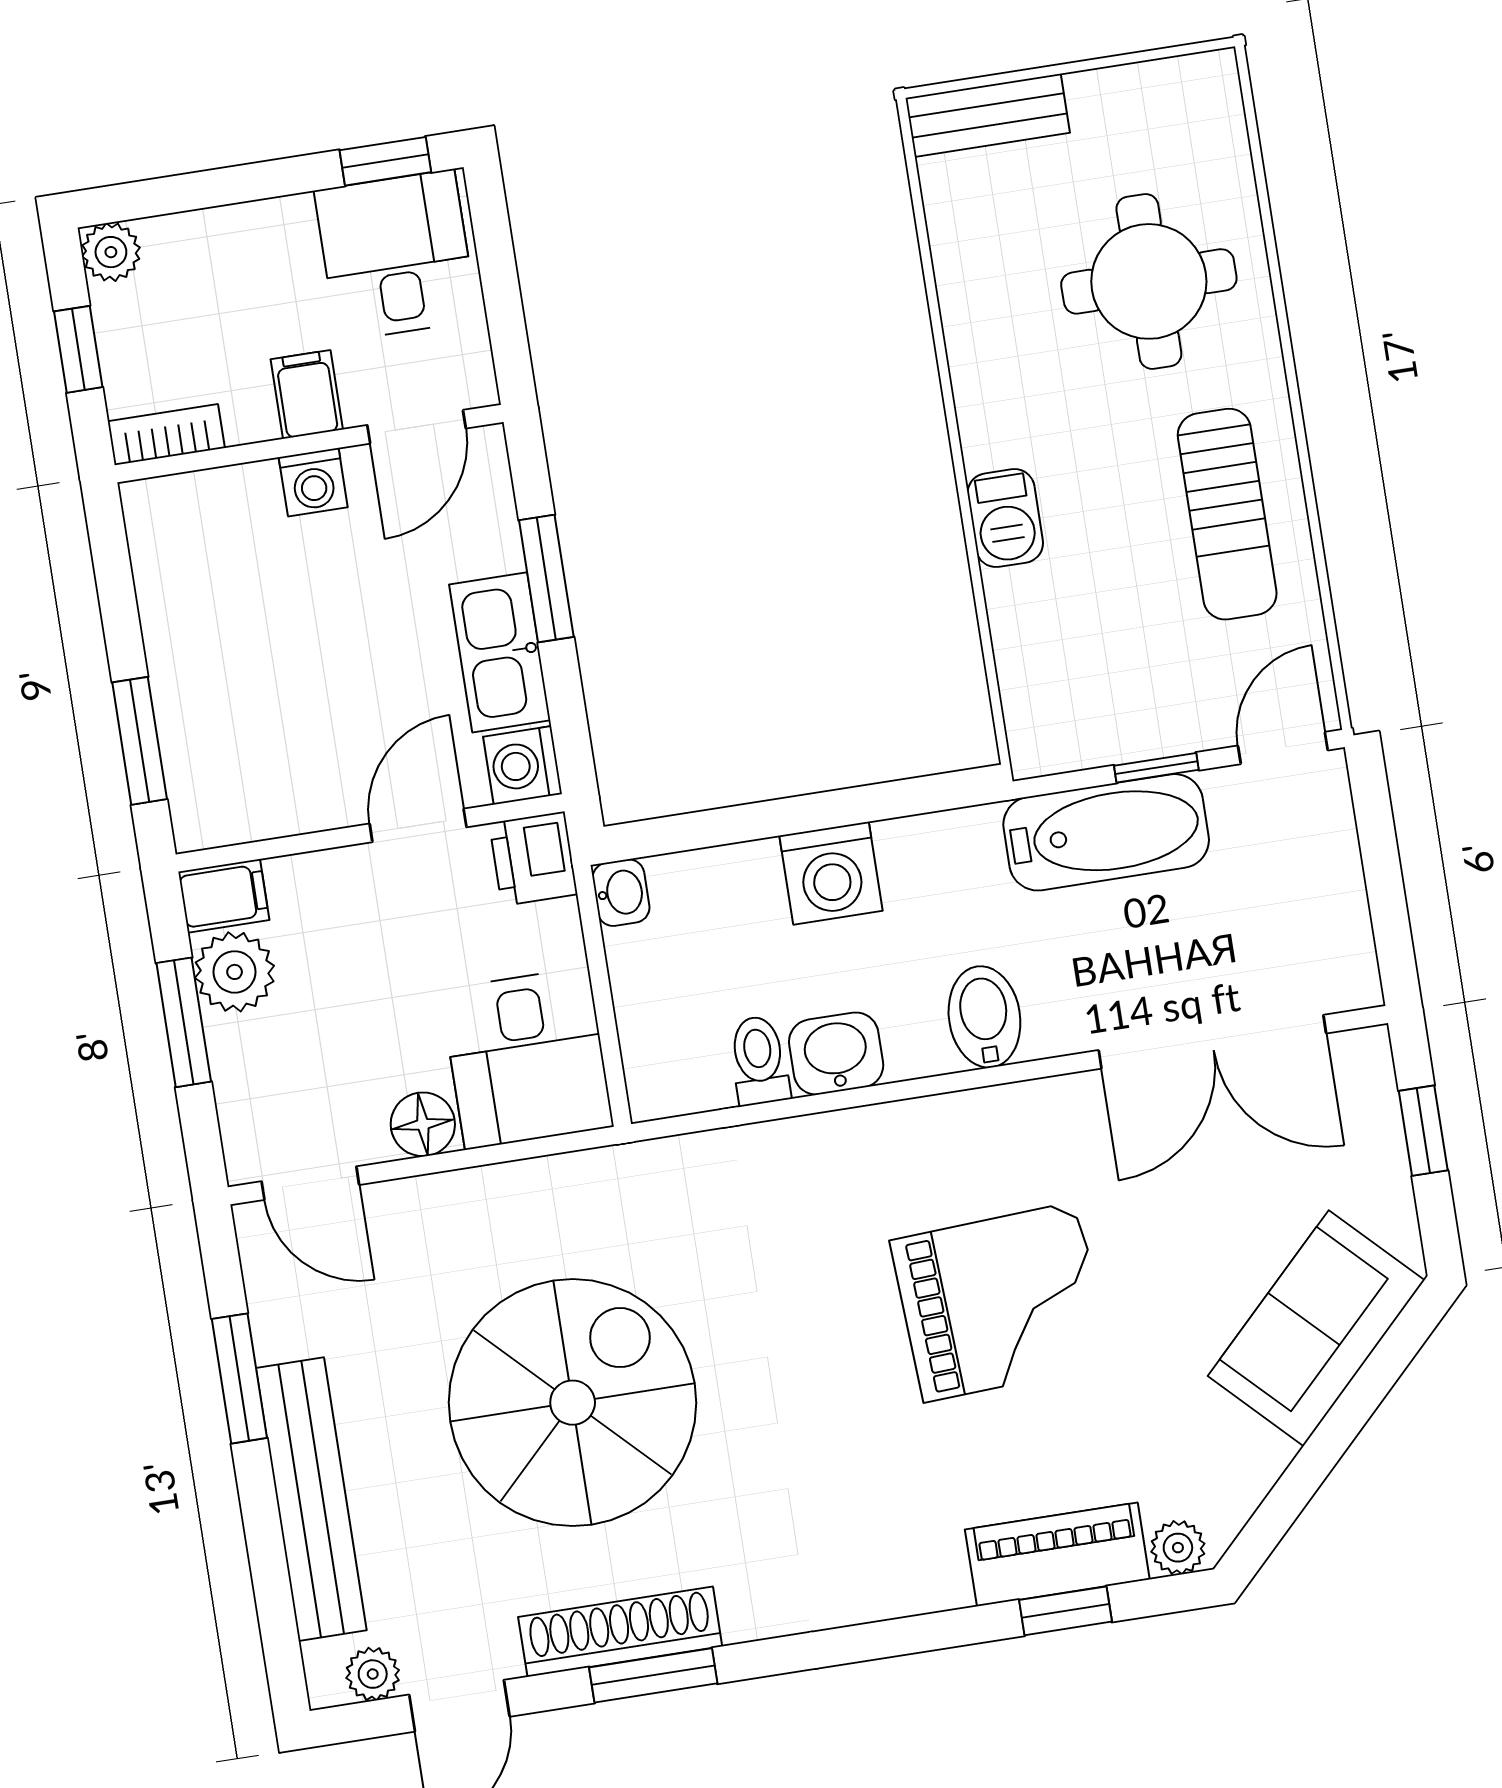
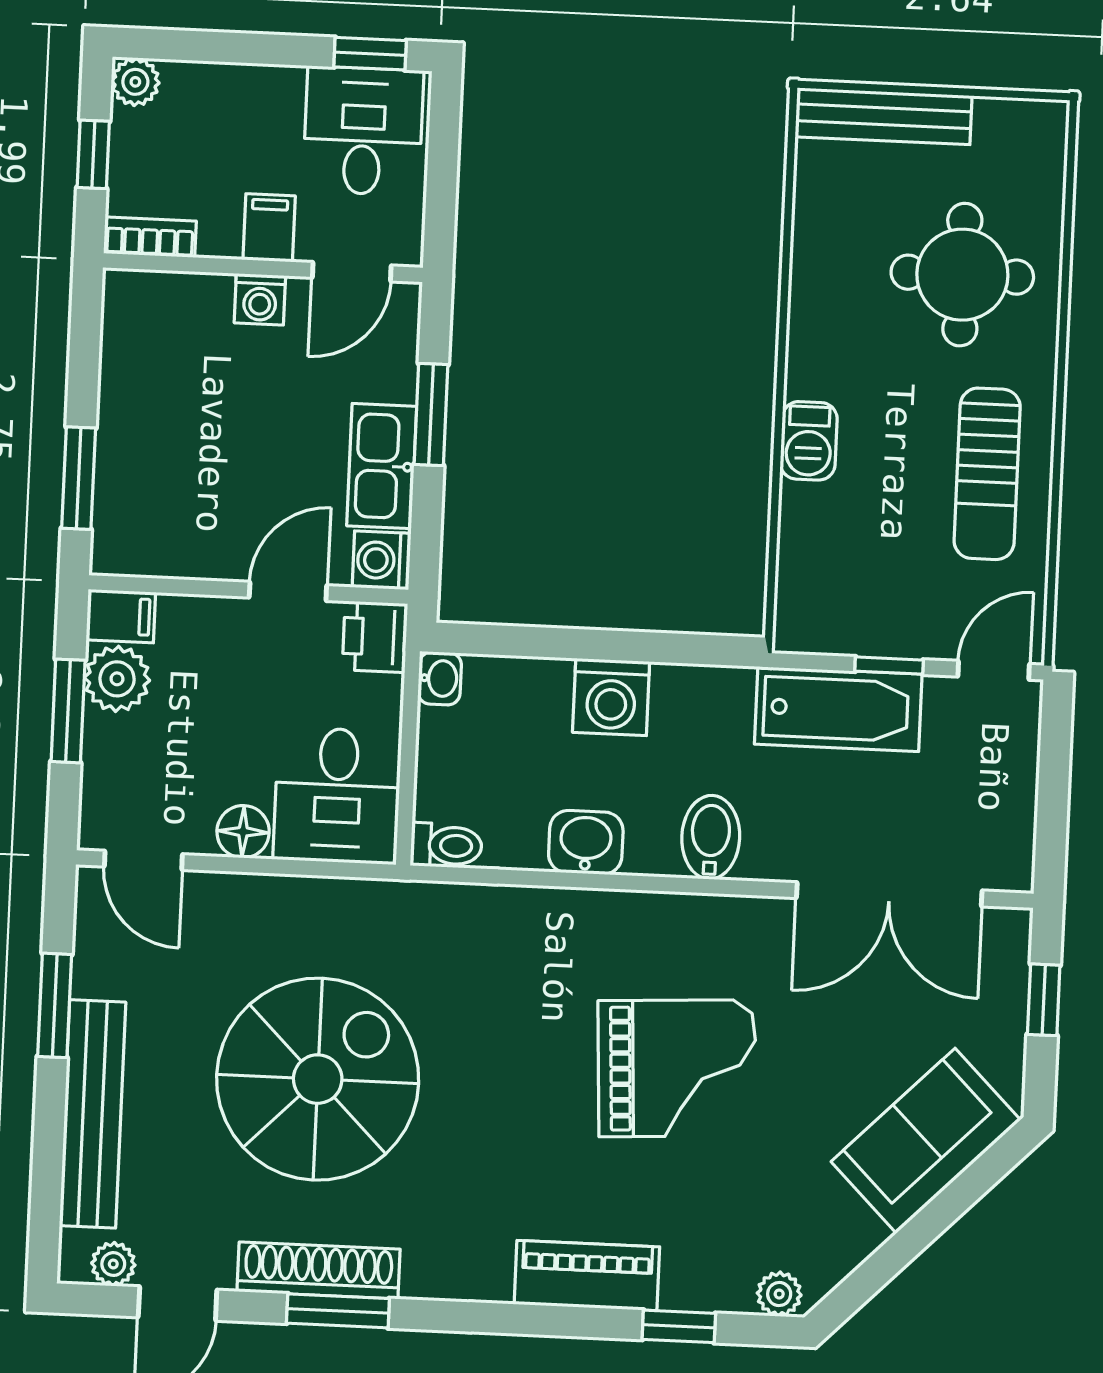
bench: (988, 115) -> (884, 116), width x1.36
toilet: (759, 1060) -> (446, 845), moved, turned 90
piano: (1057, 1554) -> (587, 1276), moved

